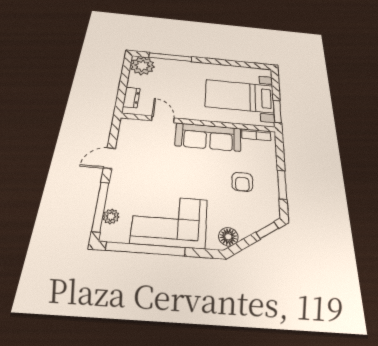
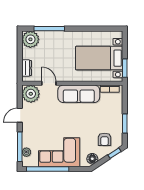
plant: (133, 130) -> (31, 94), added
armchair: (242, 182) -> (105, 139), moved

